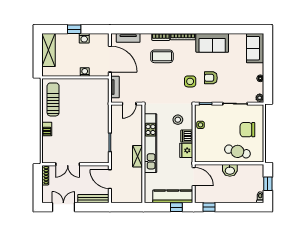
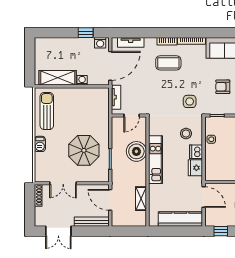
window: (74, 29) -> (86, 33), moved
washing machine: (84, 38) -> (100, 43), moved
shelving: (49, 50) -> (58, 78), moved, turned 90
door: (110, 59) -> (110, 66), hinge flipped
side table: (190, 81) -> (190, 101), moved
parasol: (86, 135) -> (84, 150), added
boiler: (133, 136) -> (136, 151), added
kitchen unit: (151, 143) -> (156, 160), width x0.73
shelving: (137, 156) -> (141, 199), moved
double door: (63, 207) -> (58, 231), swing flipped
window: (176, 207) -> (184, 231), removed

